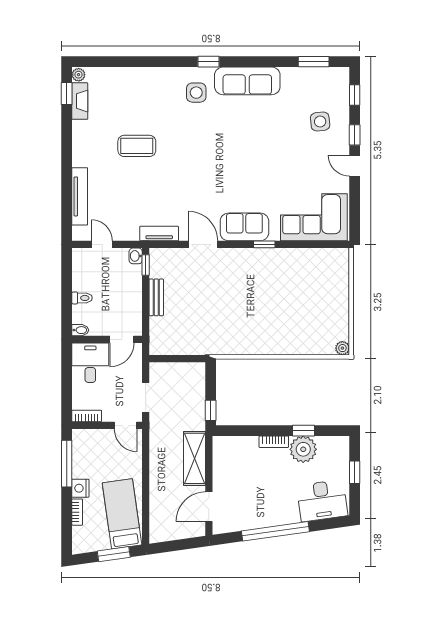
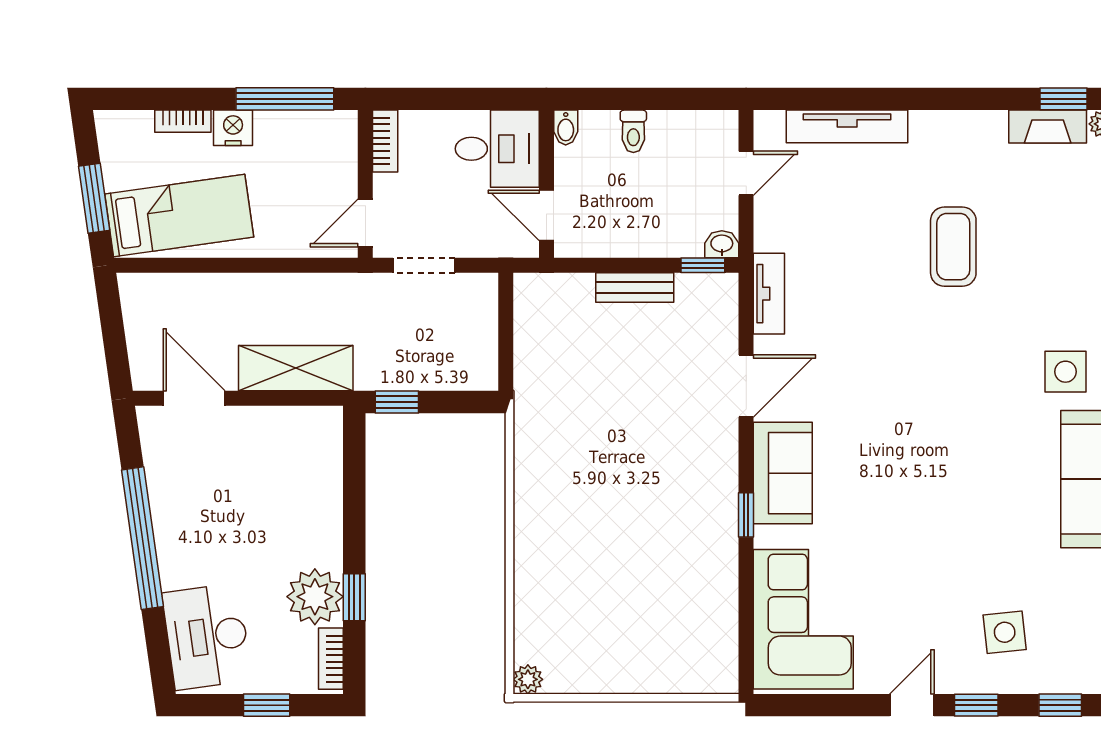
bookcase: (274, 442) -> (331, 659), moved

